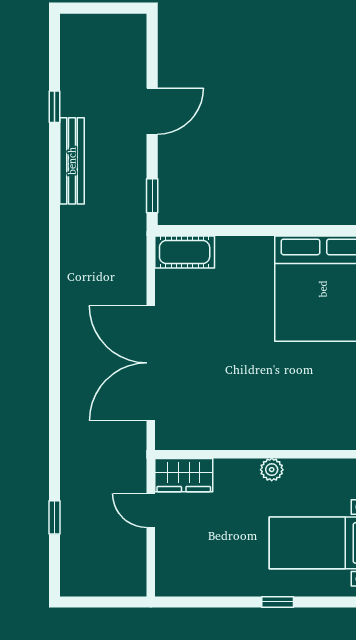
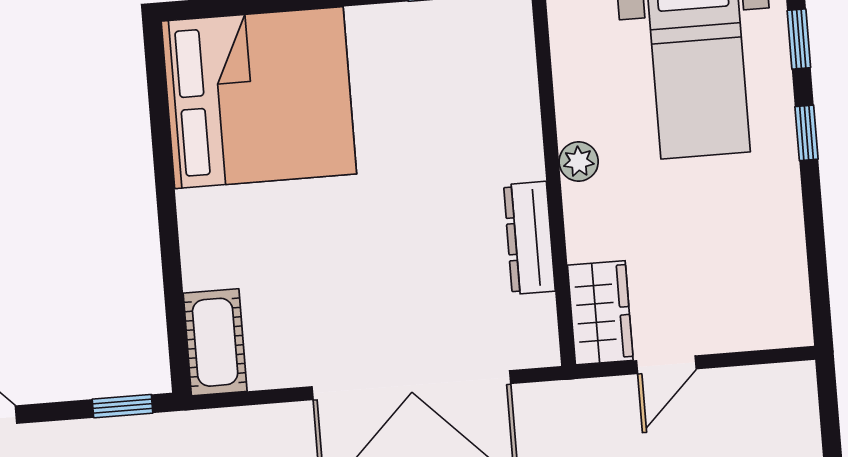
dresser: (230, 438) -> (529, 238), added
window: (332, 602) -> (799, 39), added

